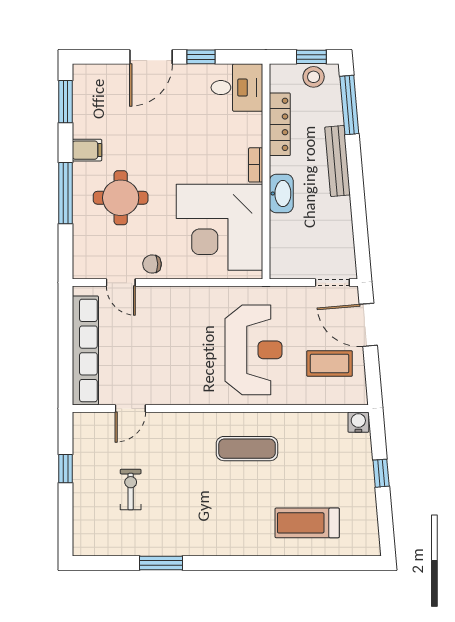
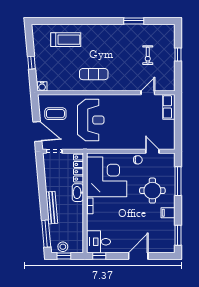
window: (201, 57) -> (99, 256), moved
locker: (280, 124) -> (79, 168), moved
window: (66, 193) -> (178, 181), moved
row of seats: (85, 350) -> (169, 107), width x0.50
reception desk: (254, 350) -> (91, 120), turned 180
window: (66, 469) -> (178, 54), moved

